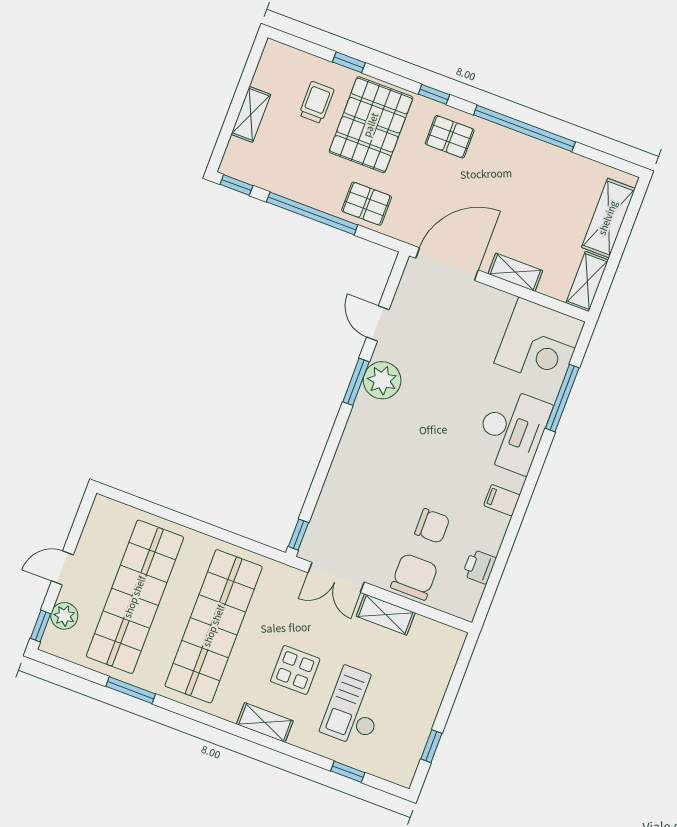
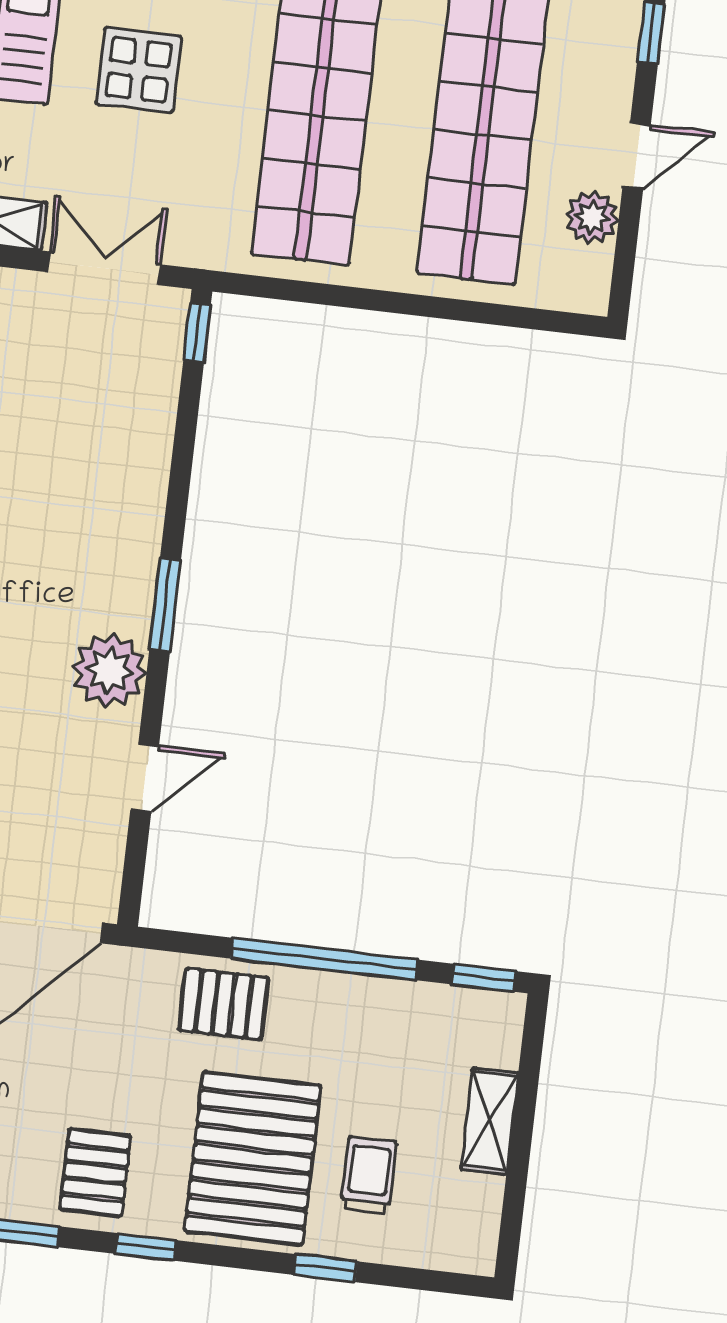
trolley: (316, 102) -> (369, 1175), turned 180
pallet: (450, 137) -> (95, 1173), turned 90
door: (378, 323) -> (145, 778), hinge flipped
window: (356, 382) -> (165, 605), moved
plant: (64, 616) -> (592, 217), moved

